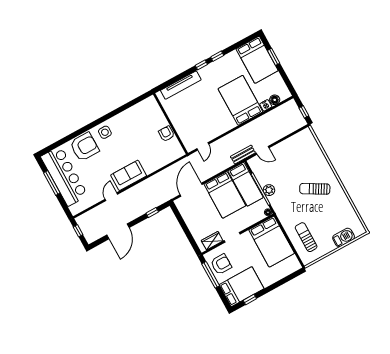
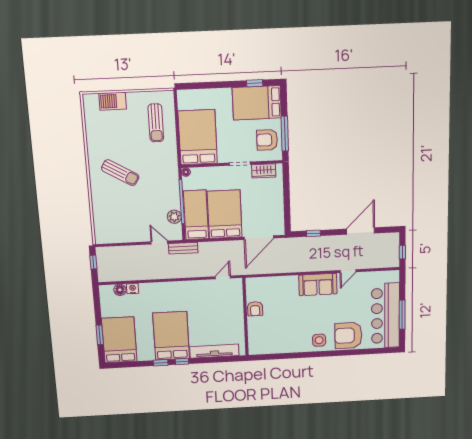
bed: (240, 100) -> (171, 336), moved, turned 180
plant: (269, 190) -> (174, 217), moved

